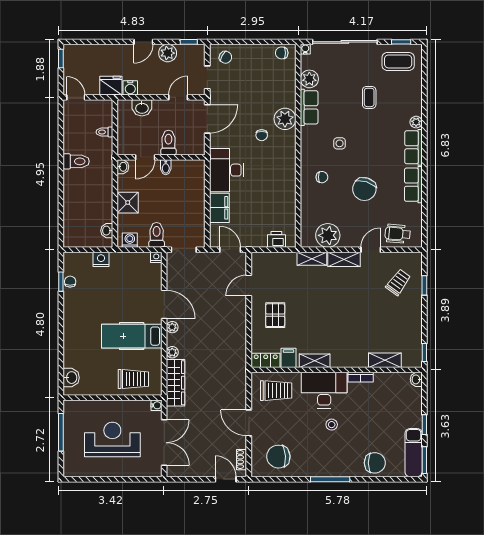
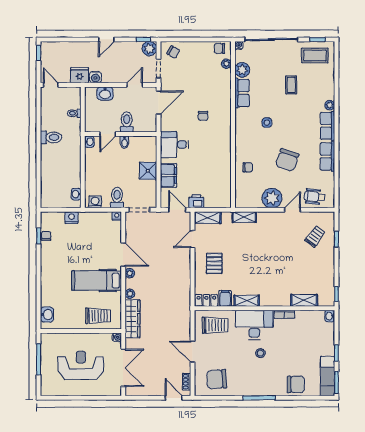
plant: (168, 53) -> (149, 49), moved
plant: (285, 119) -> (226, 64), moved, width x0.53, depth x0.53
desk: (227, 170) -> (174, 144), width x0.73
chair: (322, 177) -> (248, 167), moved
shower: (128, 203) -> (148, 171), moved
plant: (328, 235) -> (272, 198), moved
printer: (276, 239) -> (196, 201), moved
shelving: (344, 259) -> (208, 218), moved

